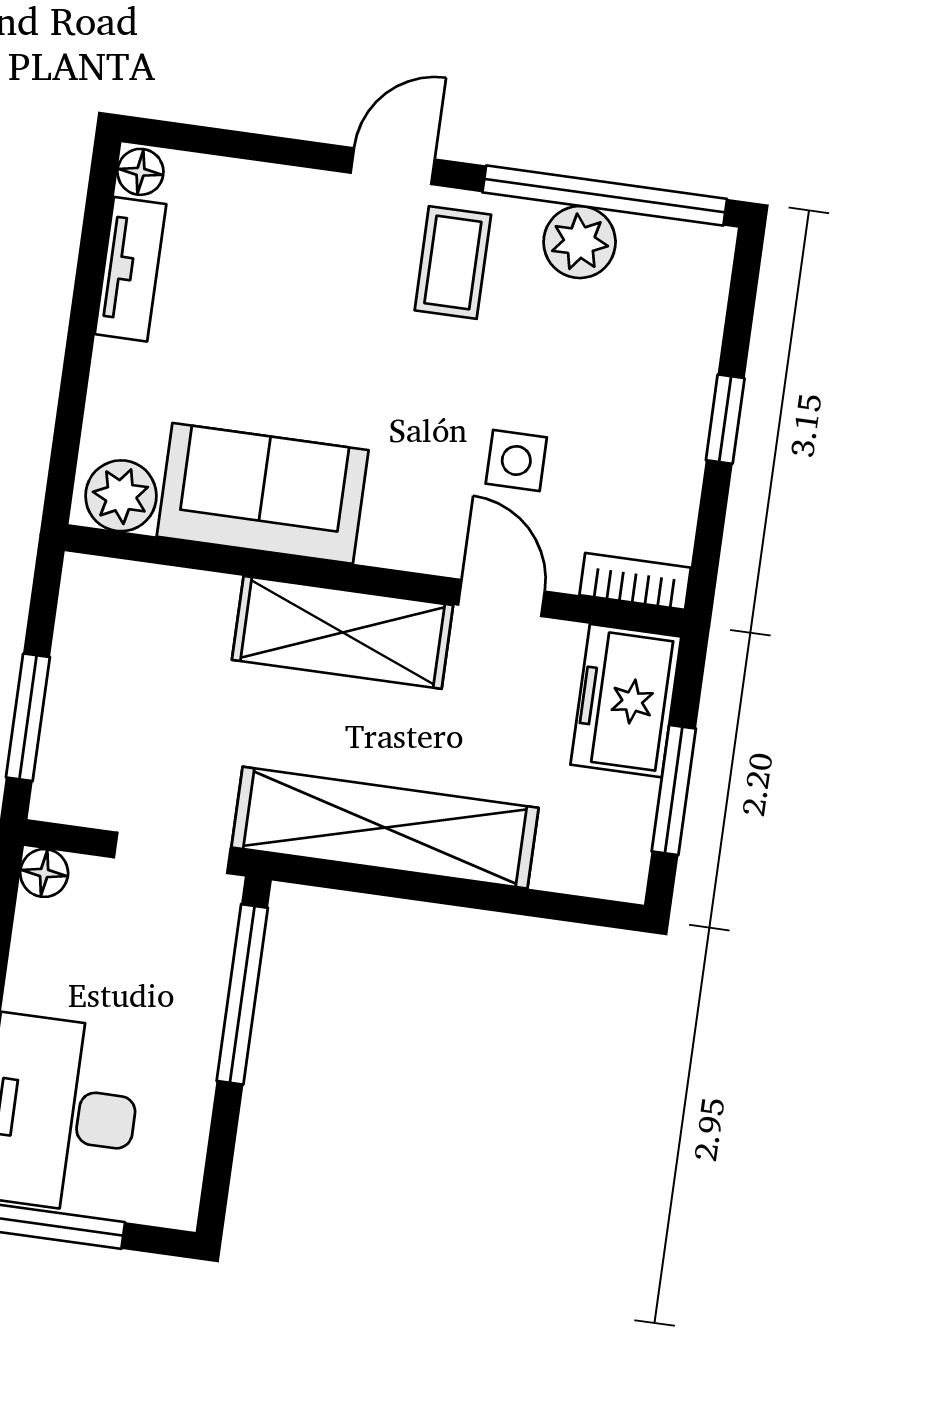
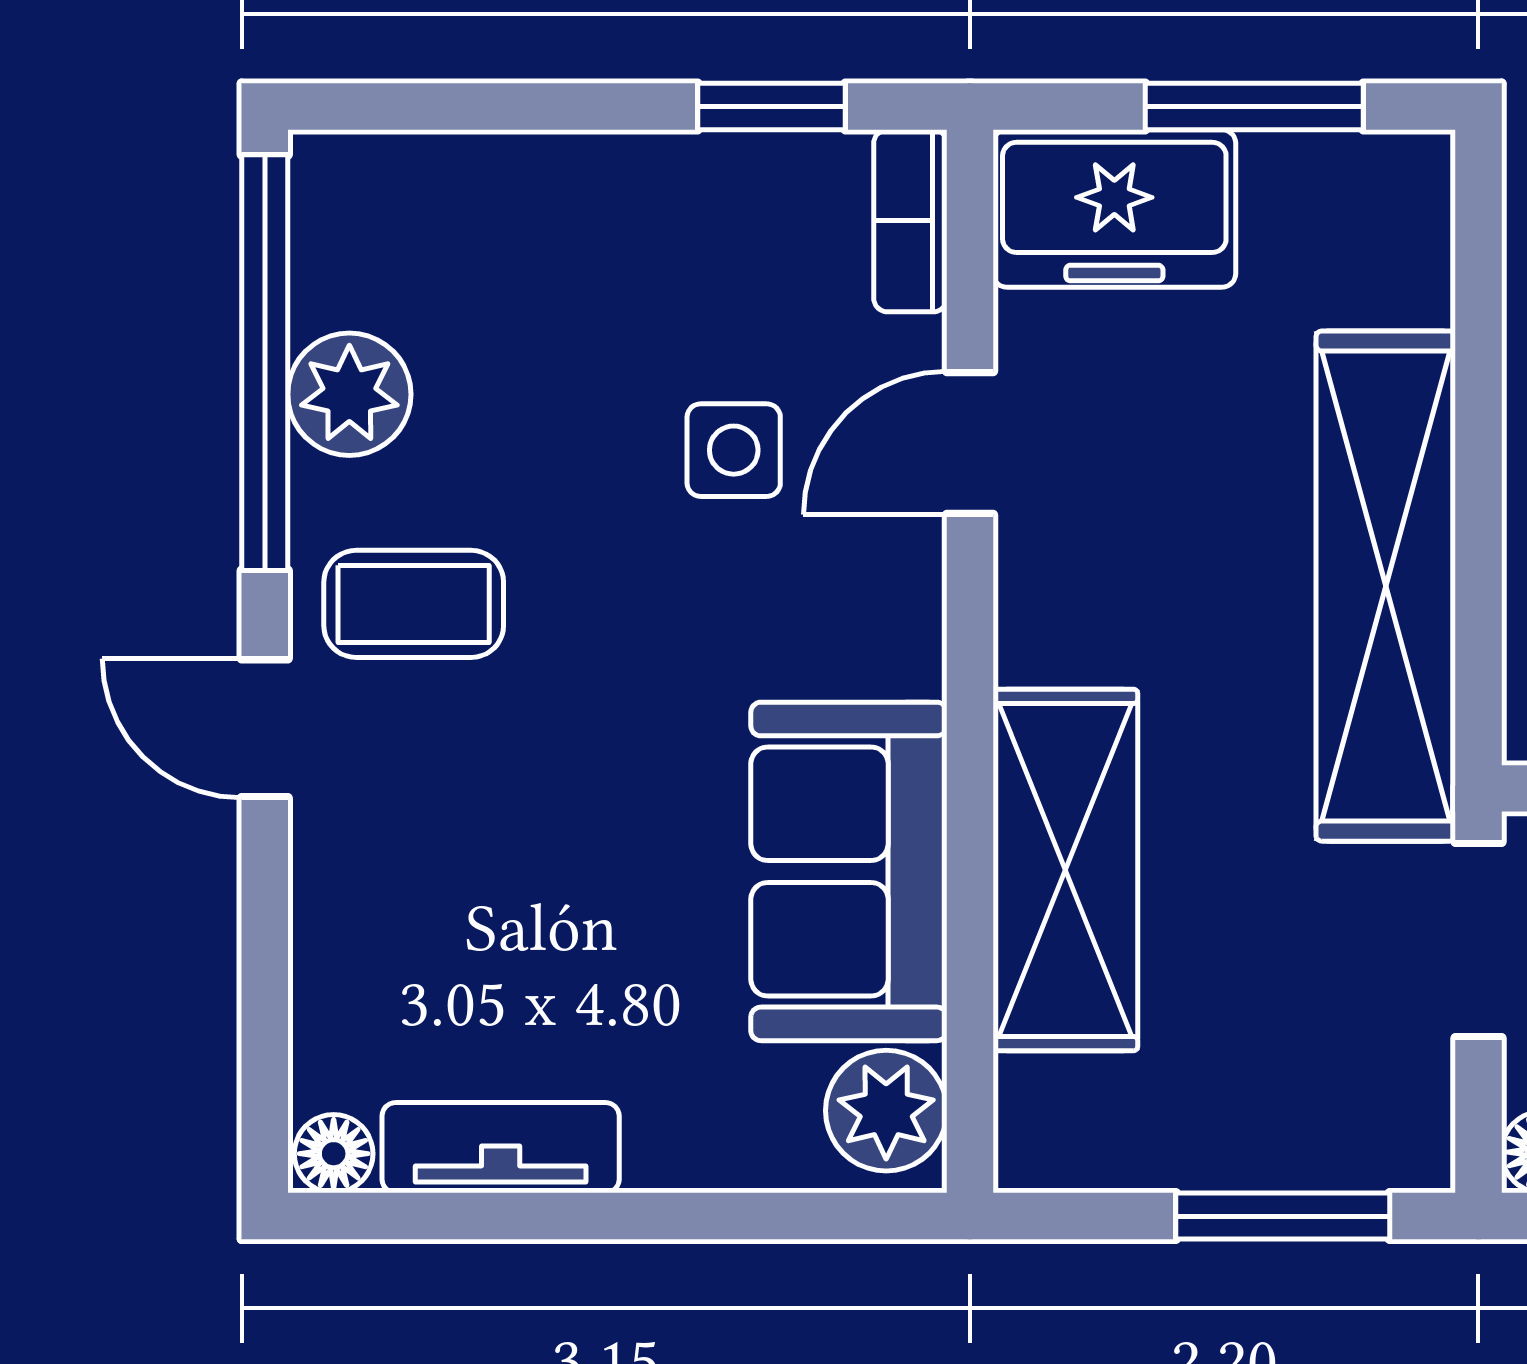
window: (725, 419) -> (772, 106), moved
shelving: (343, 632) -> (1065, 870), moved

